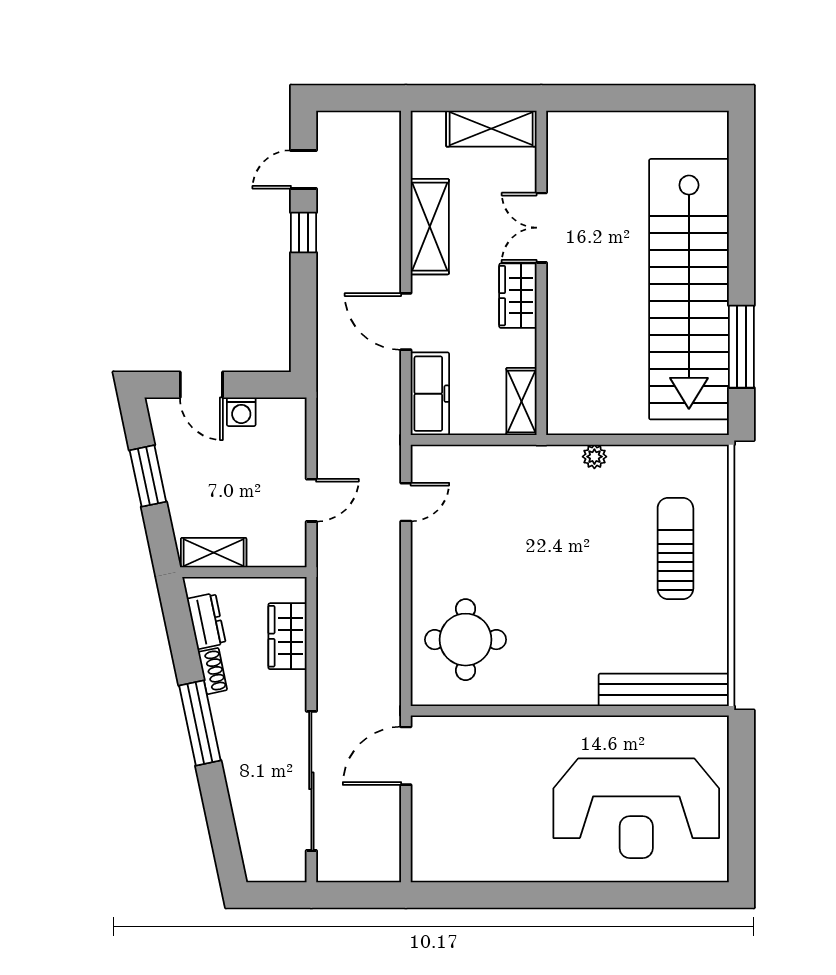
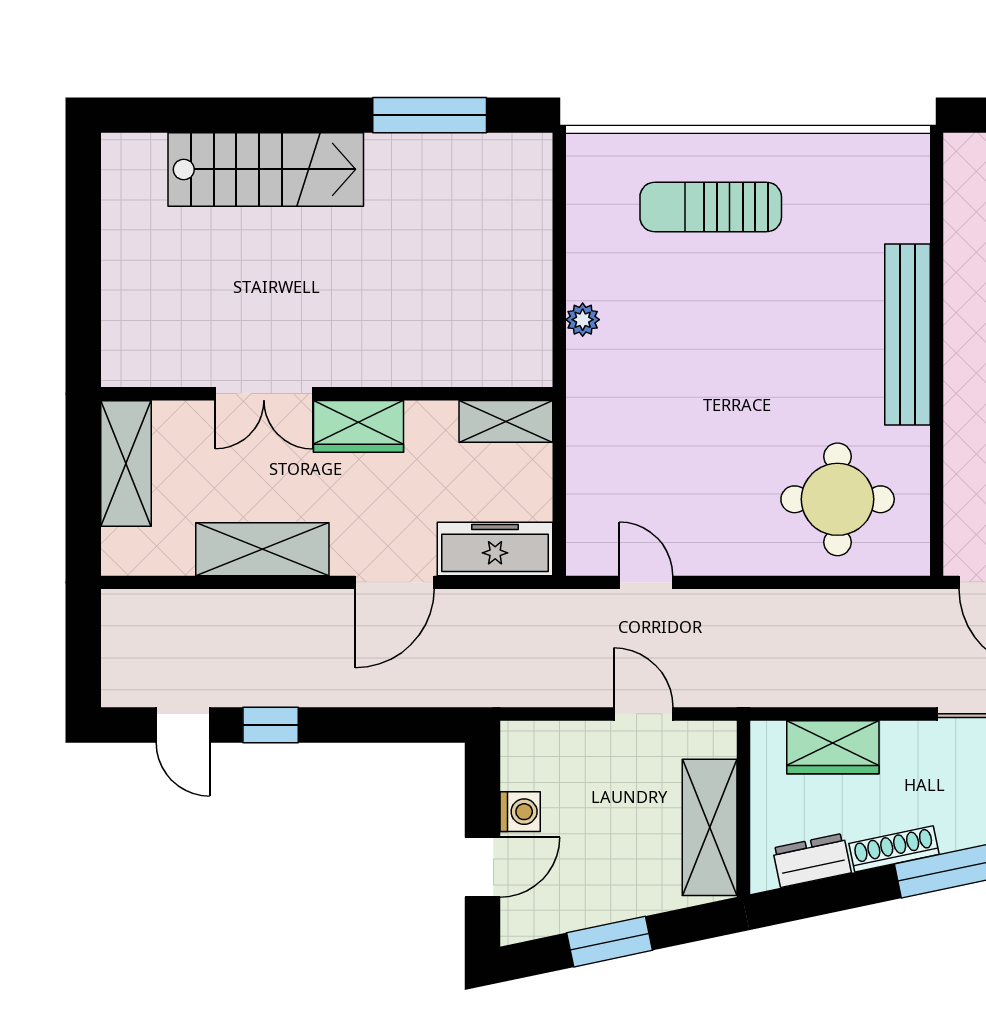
stairs: (689, 289) -> (266, 169), width x0.54, depth x0.66
shelving: (214, 553) -> (710, 827), width x1.50, depth x1.33
shoe rack: (213, 671) -> (894, 849), width x1.43
bench: (664, 690) -> (907, 334), moved

